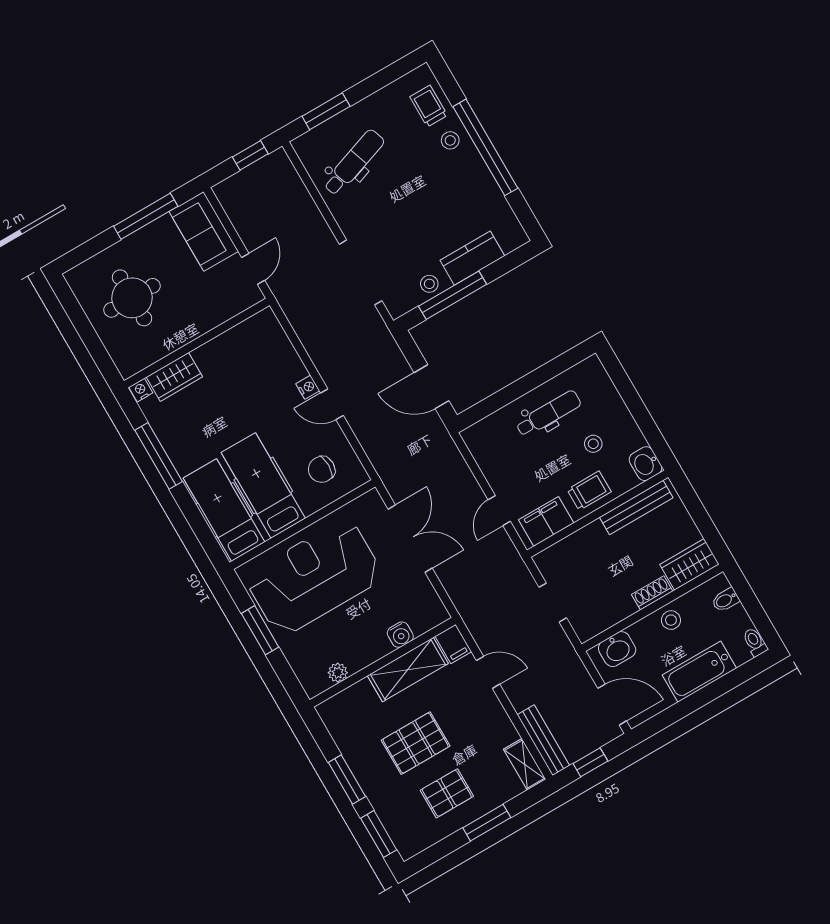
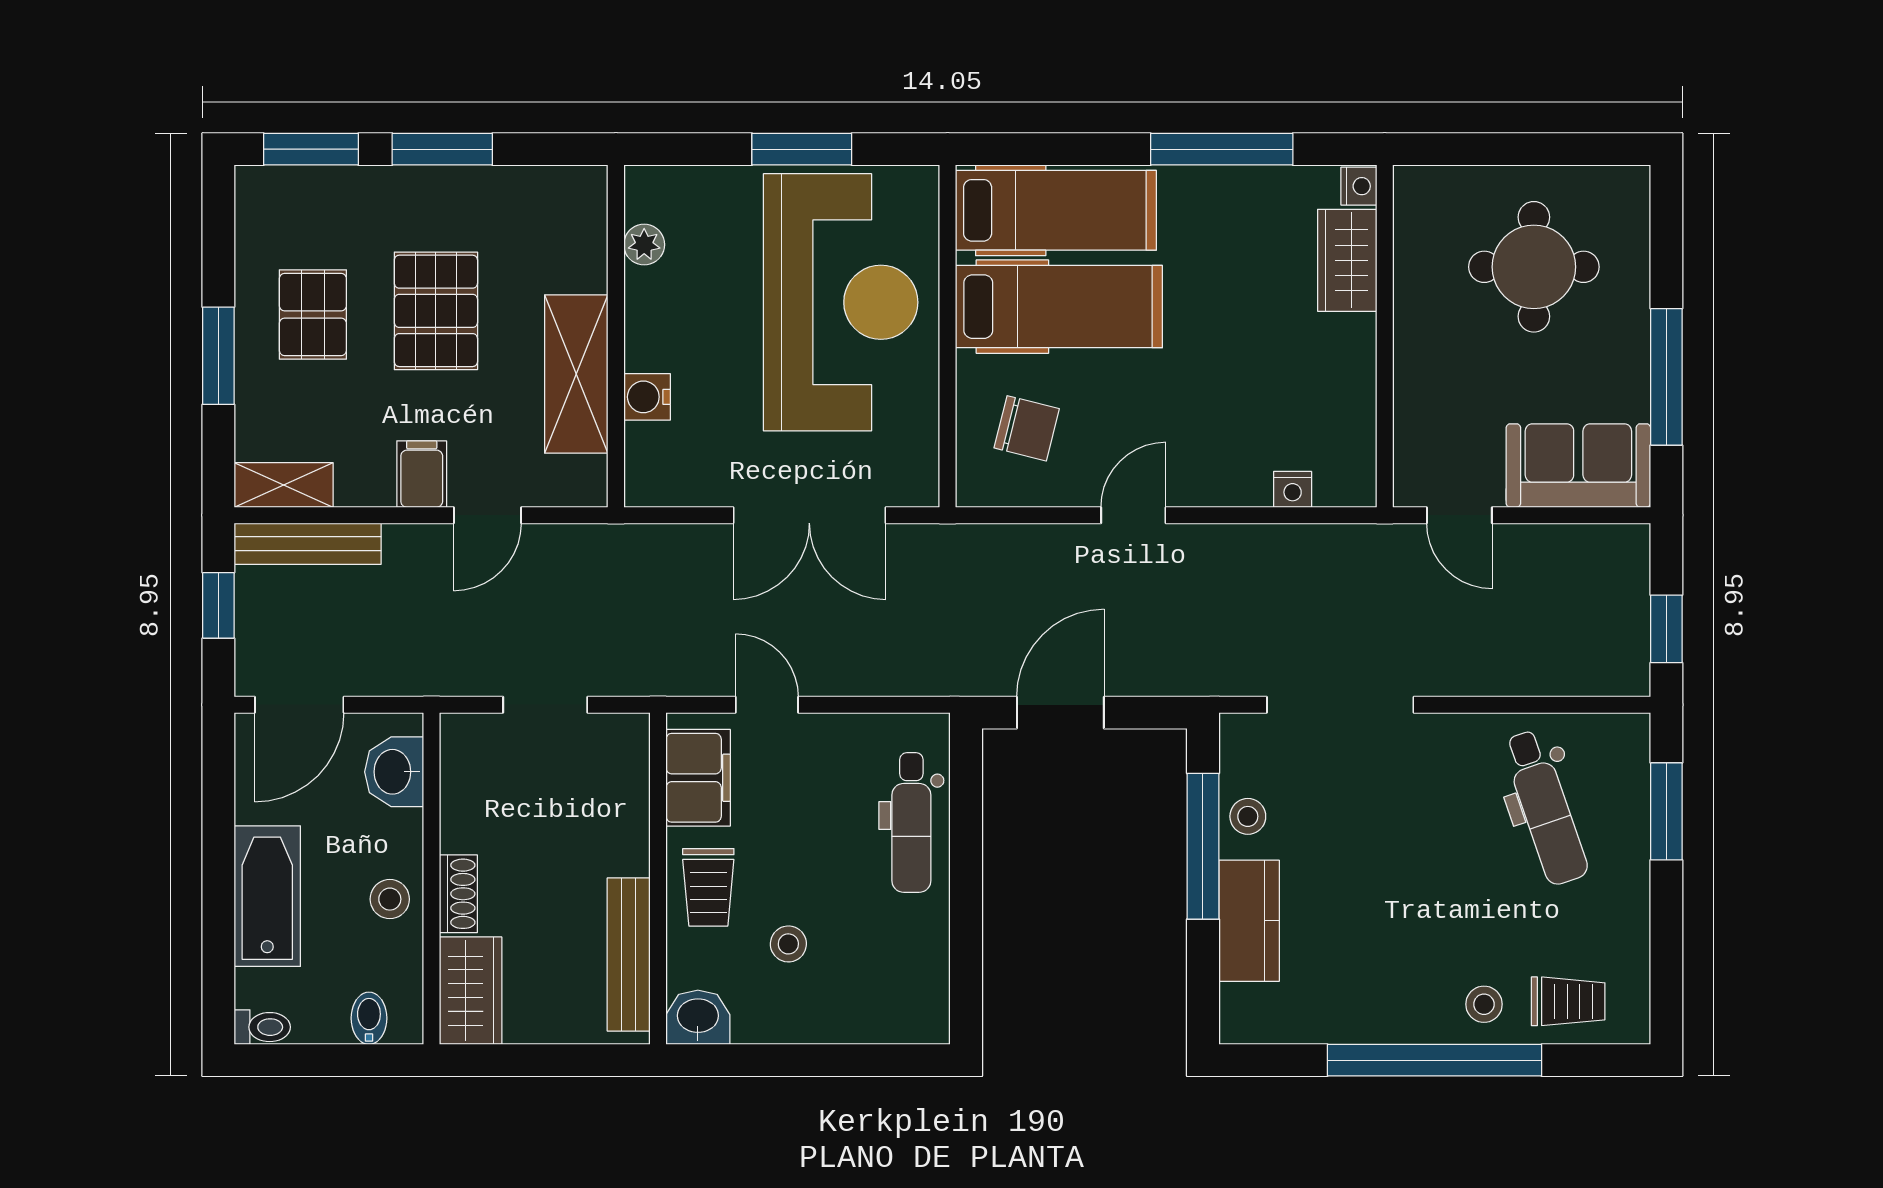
nightstand: (308, 387) -> (1293, 489), moved
dental chair: (548, 414) -> (911, 823), moved
chair: (322, 469) -> (1027, 428), turned 104
filing cabinet: (453, 644) -> (422, 474), moved, turned 90

